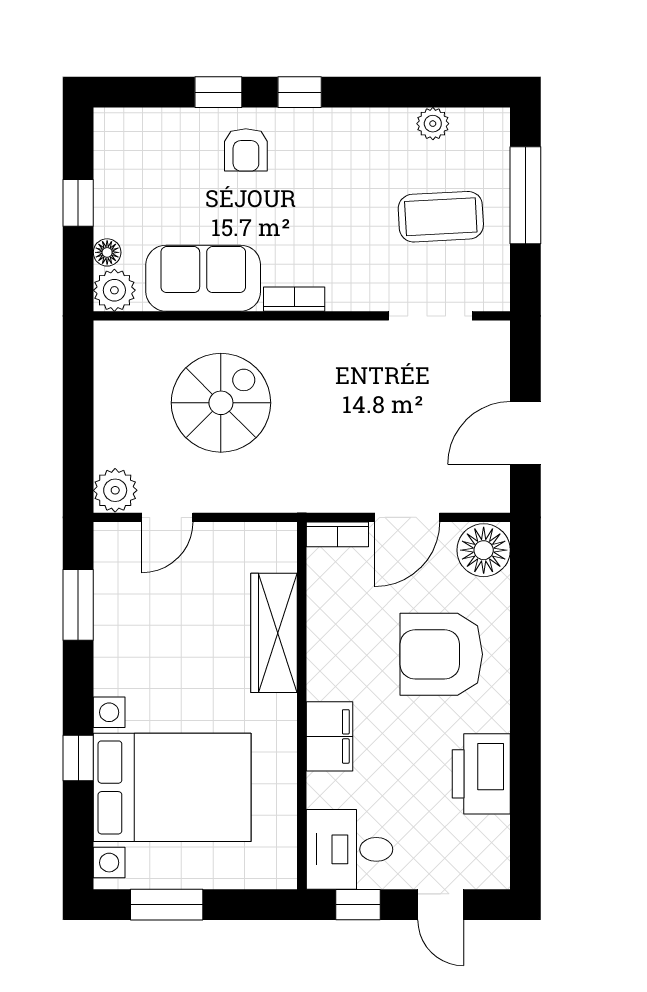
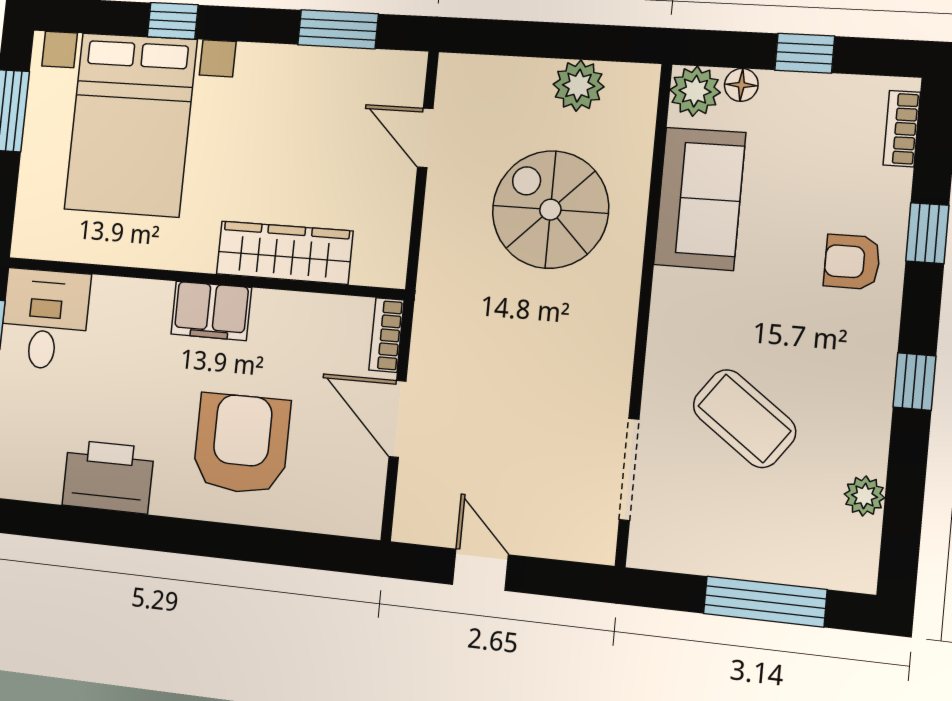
window: (300, 92) -> (914, 382), moved
coffee table: (441, 217) -> (744, 419), moved, turned -51
bookcase: (294, 299) -> (902, 129), moved, turned 180
spiral stairs: (221, 403) -> (550, 210), turned 180
door: (525, 433) -> (480, 570), width x0.73
plant: (115, 490) -> (579, 86), moved
floor lamp: (484, 550) -> (352, 505), removed
filing cabinet: (330, 736) -> (211, 311), moved

